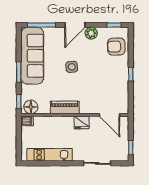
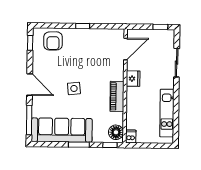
plant: (91, 33) -> (38, 67), removed

